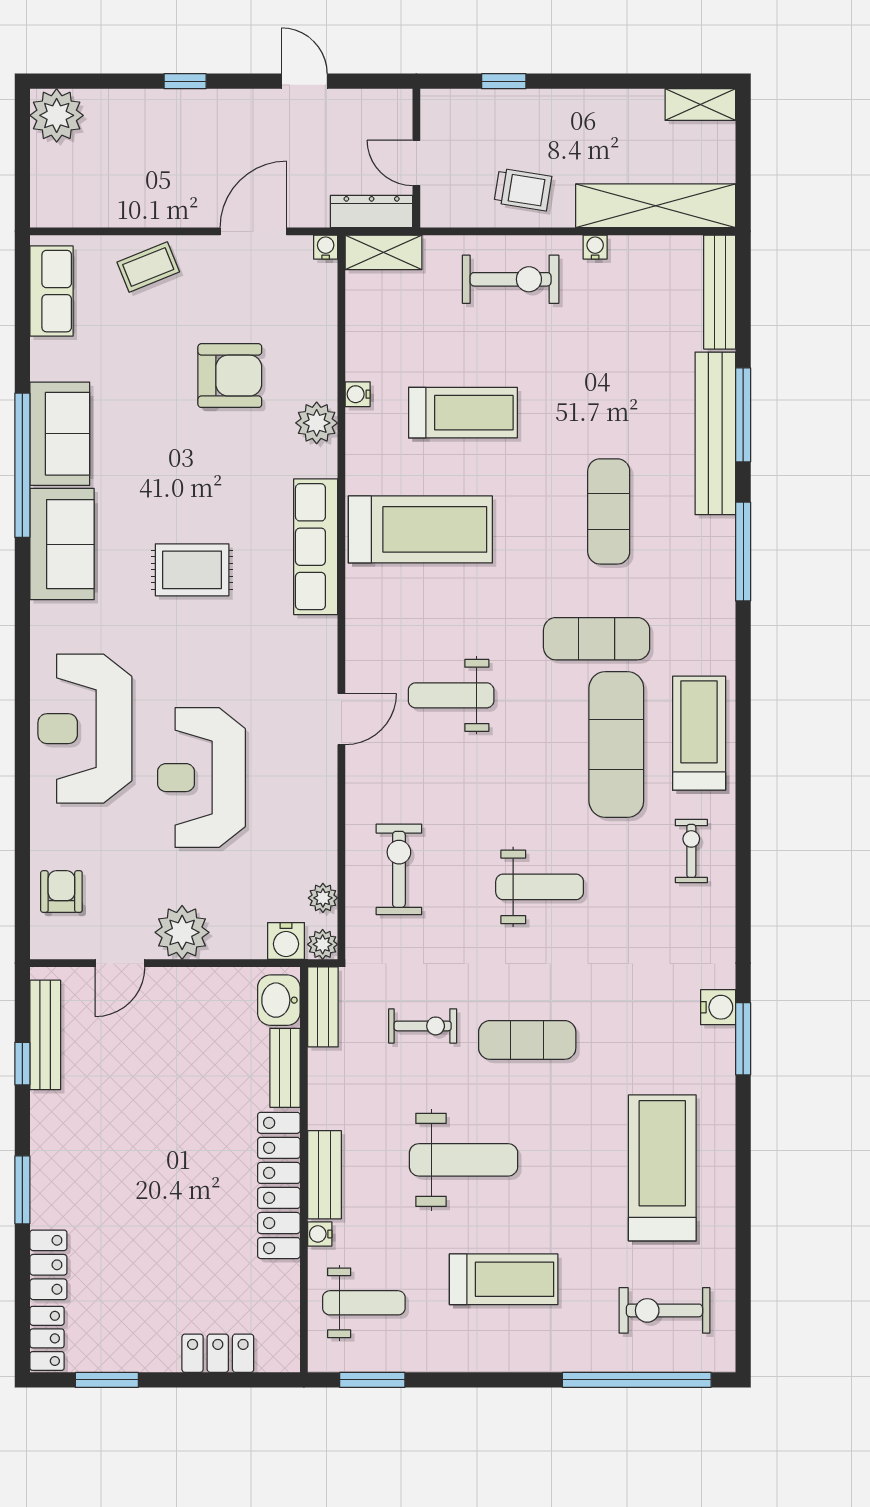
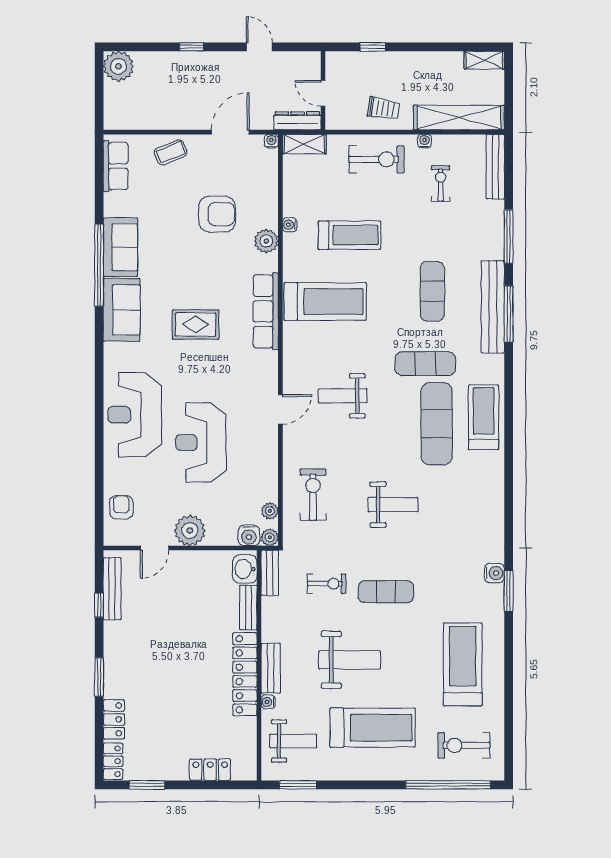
bench: (715, 433) -> (493, 307), moved
exercise bike: (691, 851) -> (441, 184), moved
treadmill: (504, 1279) -> (373, 728), width x1.37, depth x1.38

